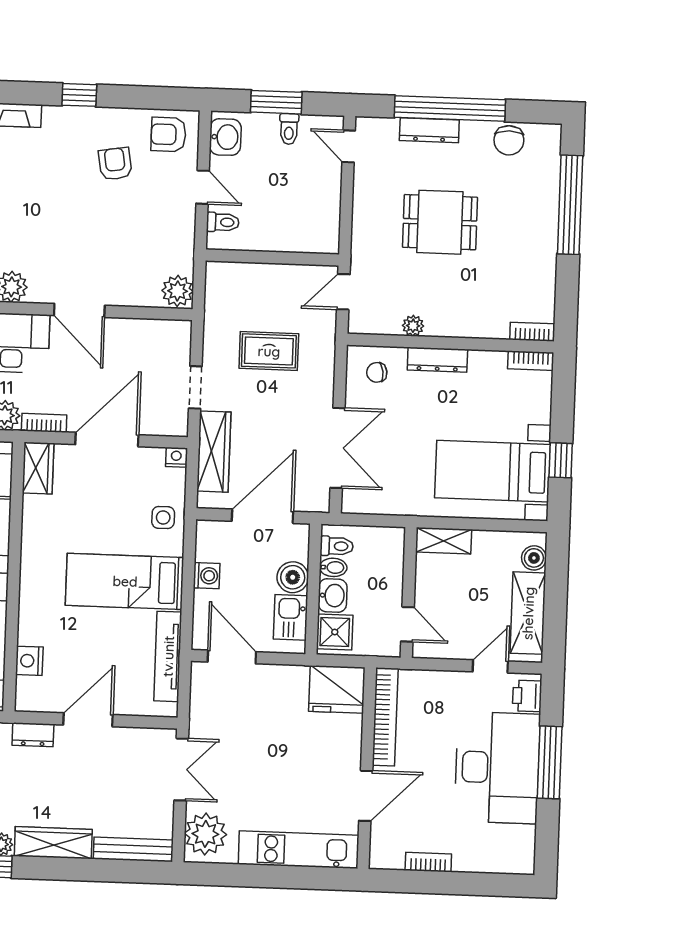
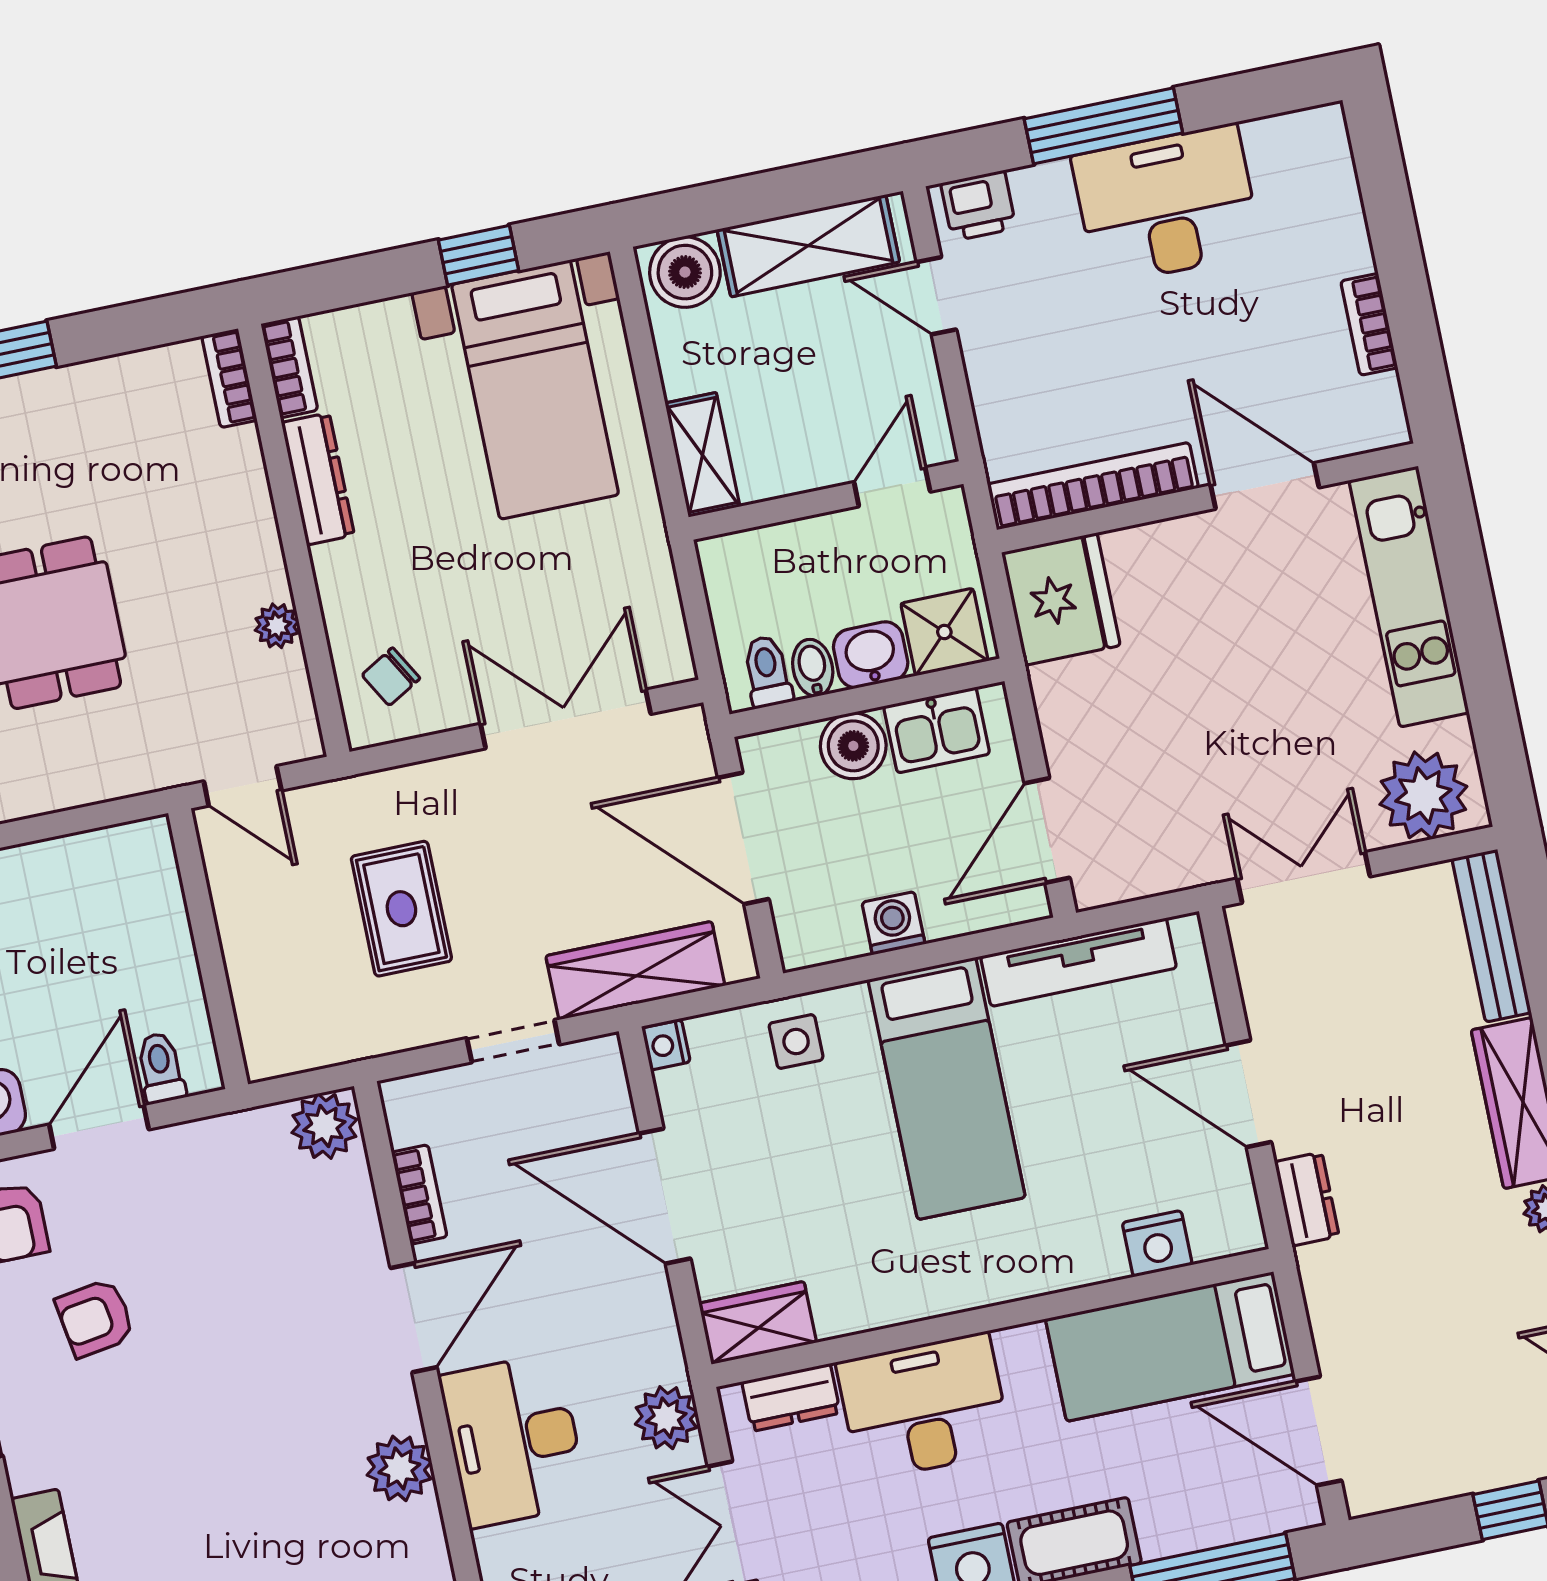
door: (203, 187) -> (99, 1127), width x1.38
dresser: (437, 360) -> (318, 479), moved
chair: (377, 372) -> (391, 677), turned 68
bookcase: (44, 423) -> (419, 1195), moved, turned 180
boiler: (534, 558) -> (685, 272), width x1.36, depth x1.36
desk: (497, 768) -> (1167, 205), width x0.73, depth x0.77

